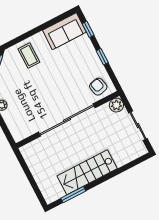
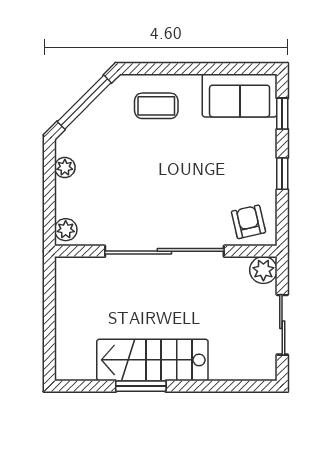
coffee table: (29, 56) -> (156, 106), turned 90
plant: (17, 133) -> (66, 230), added
window: (73, 195) -> (141, 386), moved

